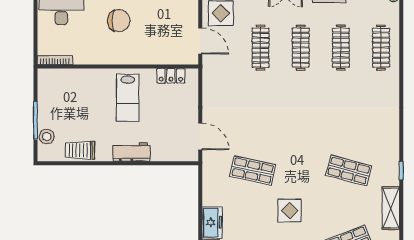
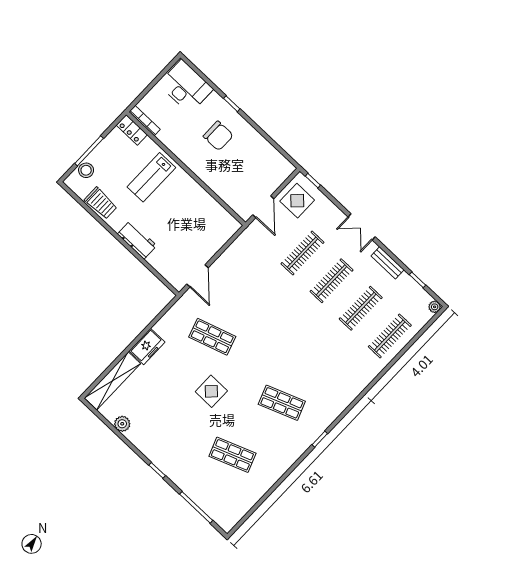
locker: (171, 76) -> (132, 130), moved
lab bench: (128, 98) -> (151, 177), moved
trolley: (80, 150) -> (101, 203), turned 180
shop shelf: (253, 170) -> (212, 337), turned -30
shop shelf: (349, 170) -> (282, 403), turned -36
shelving: (391, 208) -> (286, 459), removed

